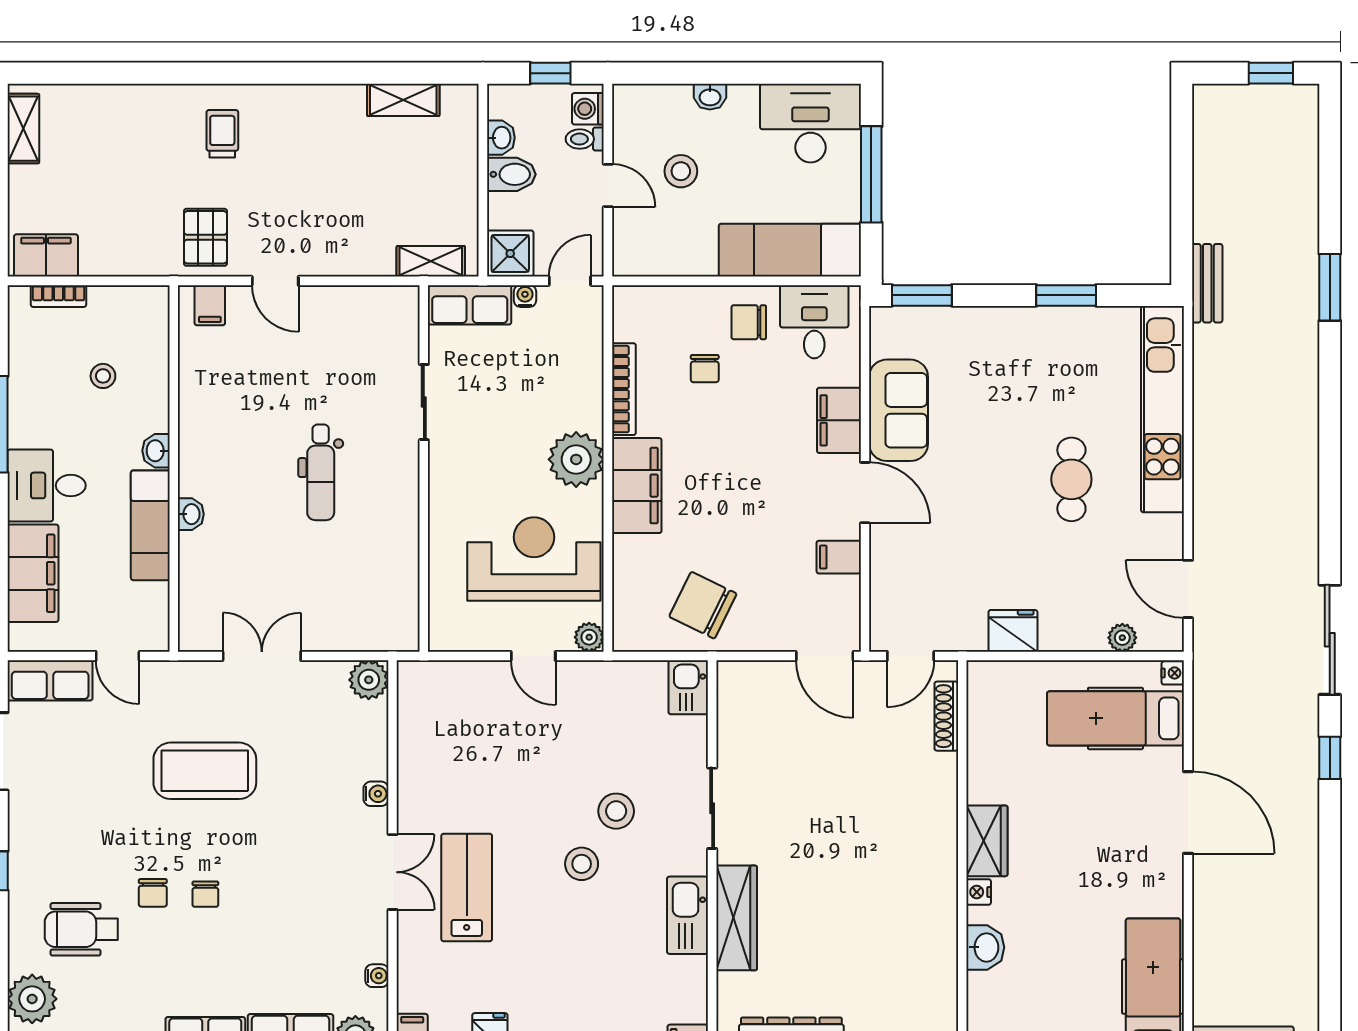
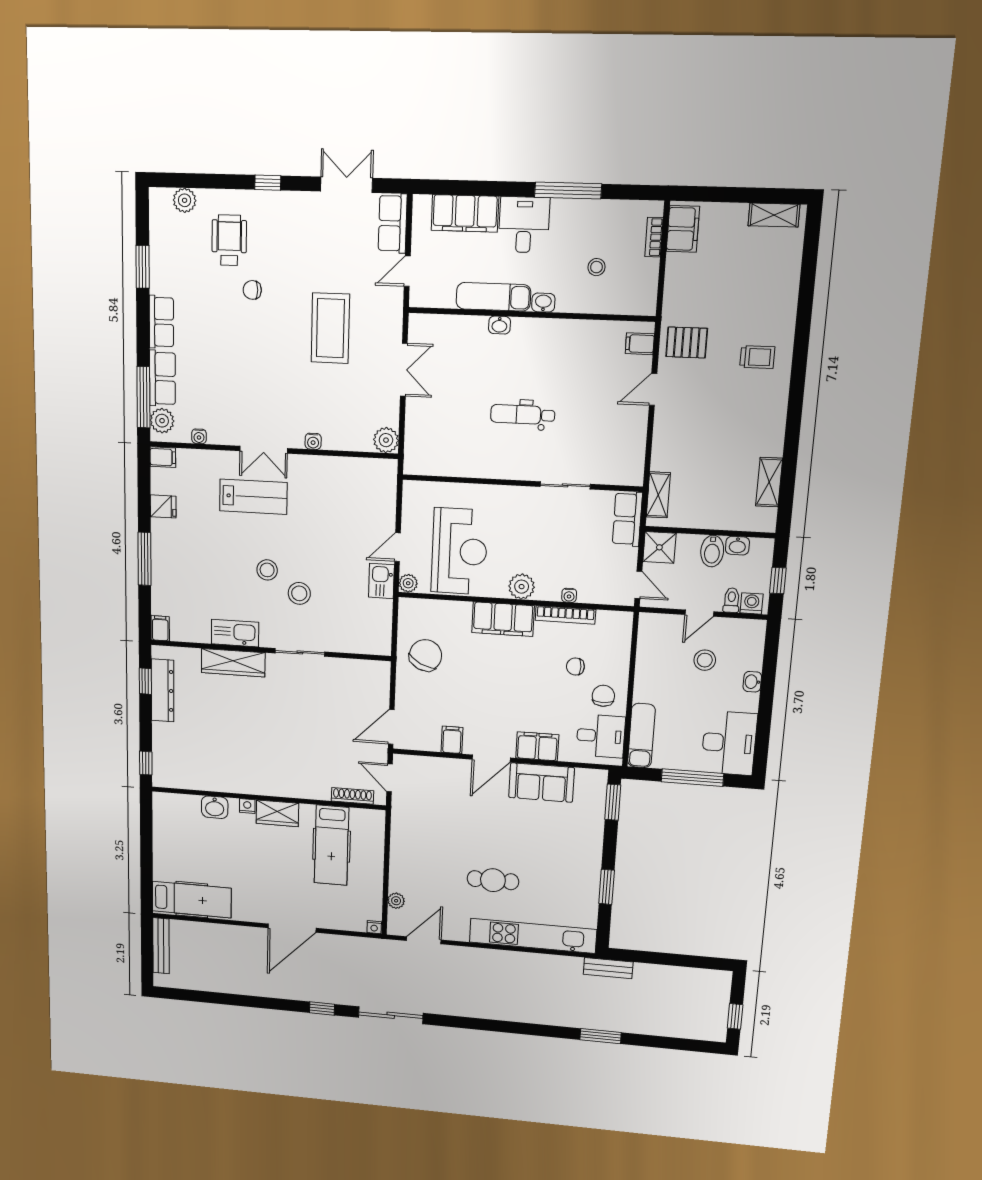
exam couch: (790, 250) -> (641, 736), width x0.73, depth x0.69
water cooler: (525, 296) -> (569, 595), moved, turned 90
plant: (576, 459) -> (522, 587), width x0.73, depth x0.73
fridge: (1013, 631) -> (403, 839), removed
kitchen sink: (688, 687) -> (381, 581), moved, turned -90
hospital bed: (1115, 718) -> (332, 845), moved, turned 180
chair: (205, 894) -> (251, 325), removed
plant: (32, 999) -> (185, 200), width x0.73, depth x0.73

